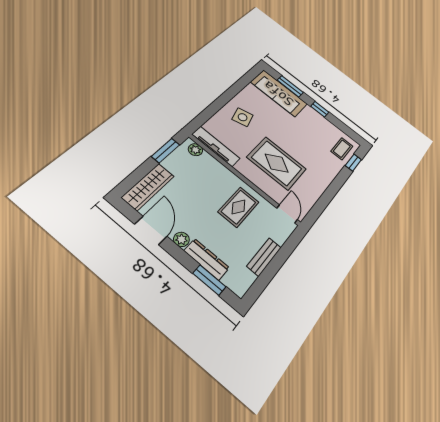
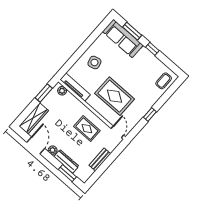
window: (353, 163) -> (150, 114), moved
rug: (238, 207) -> (87, 129), turned 90

